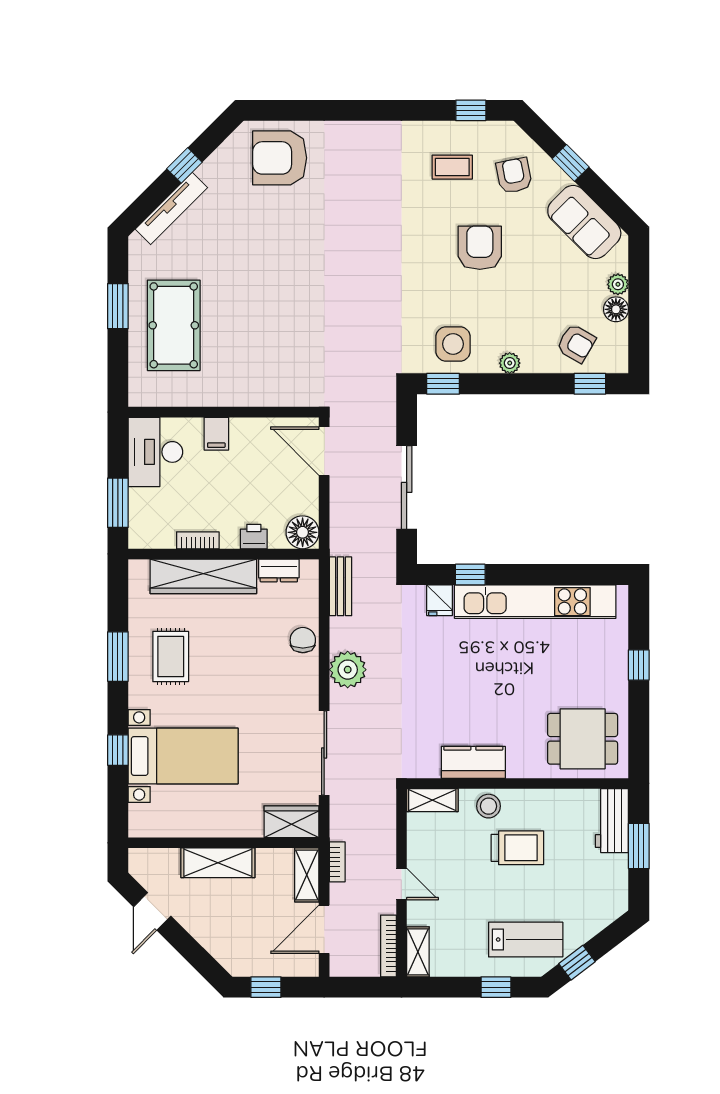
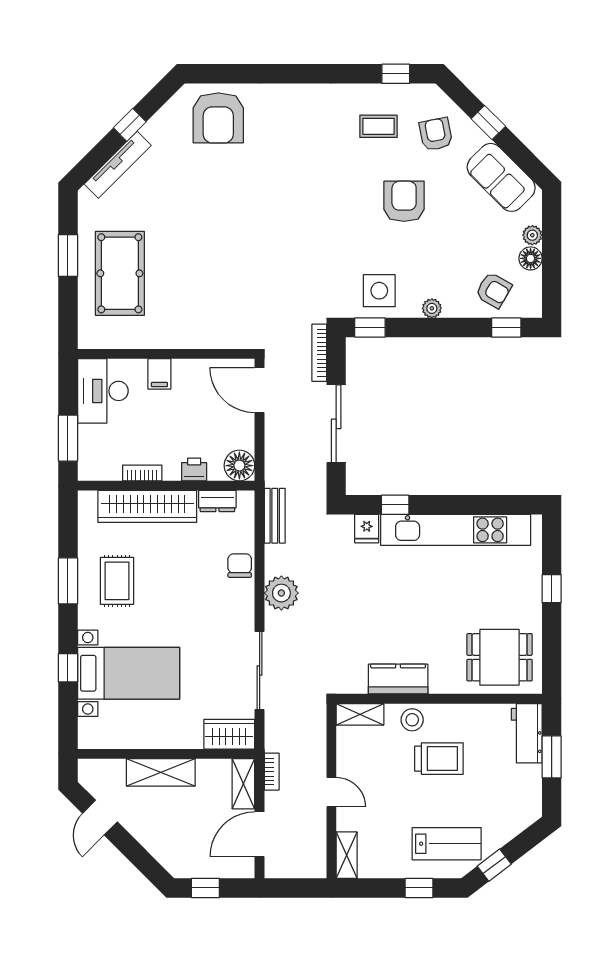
armchair: (280, 158) -> (218, 118), turned -90
bookcase: (388, 946) -> (319, 353), moved

